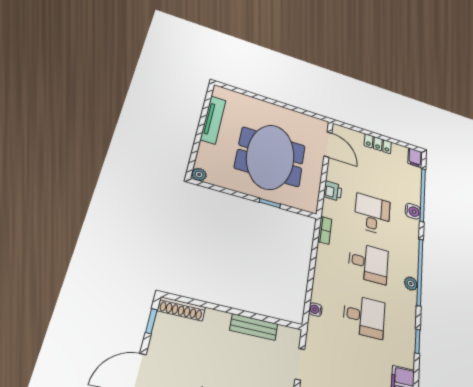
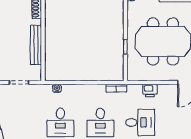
bench: (254, 327) -> (36, 45), width x1.36

